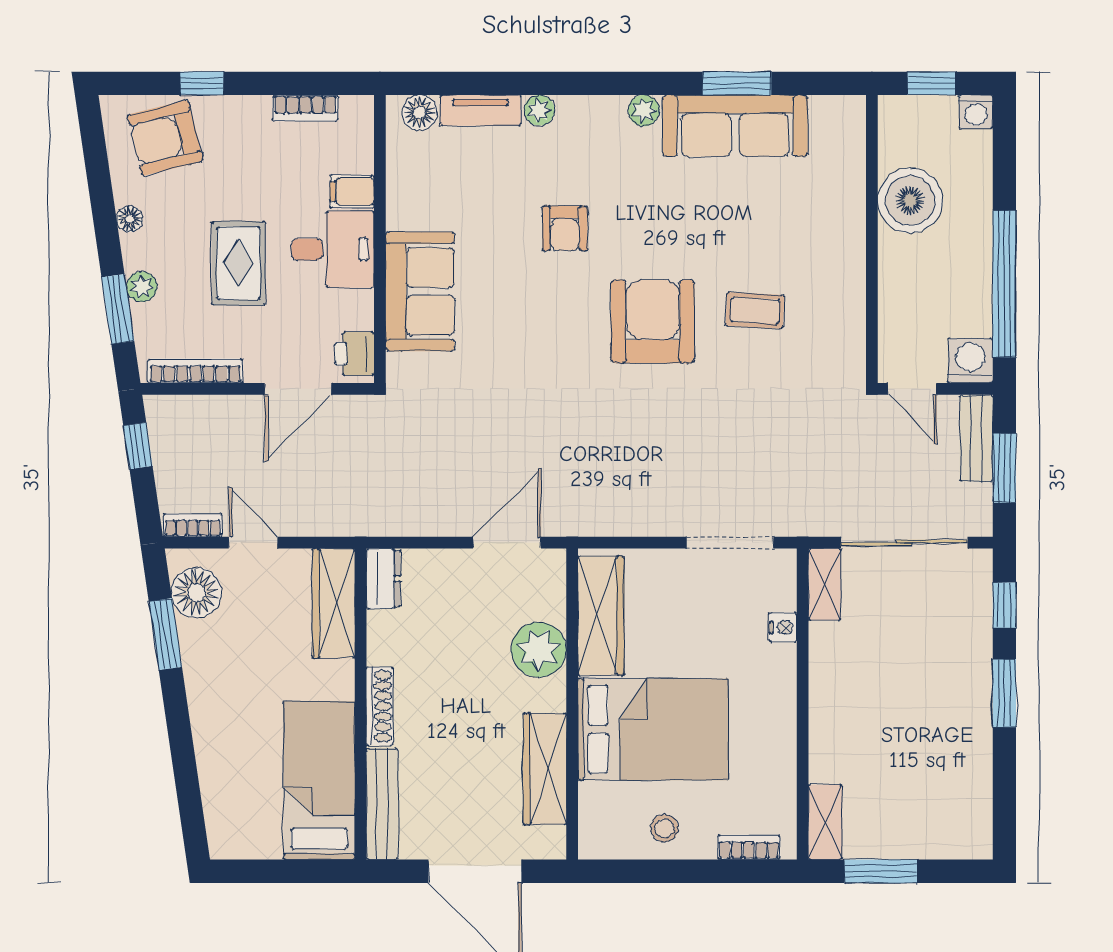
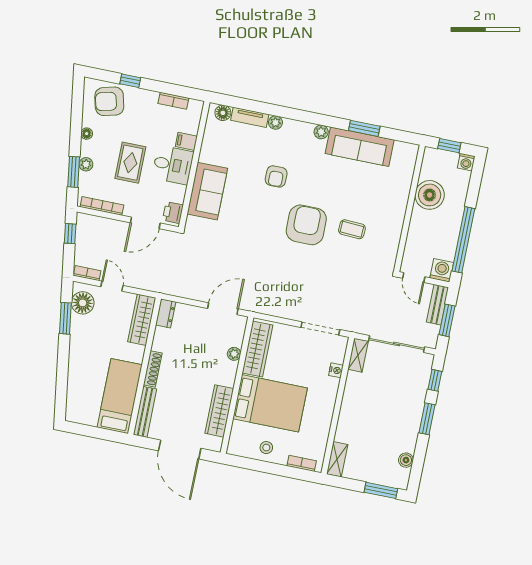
plant: (539, 650) -> (234, 354), width x0.53, depth x0.53
boiler: (977, 793) -> (406, 460), added
window: (881, 871) -> (381, 490), moved

